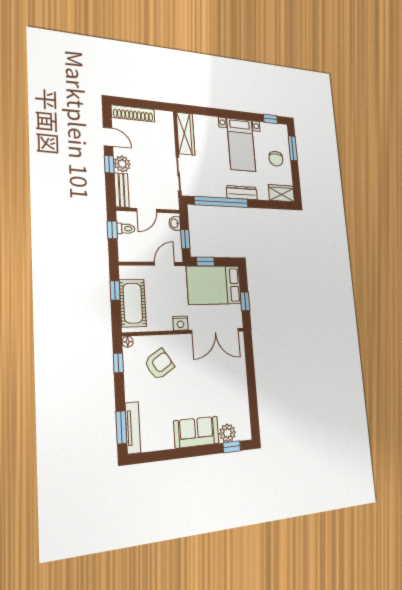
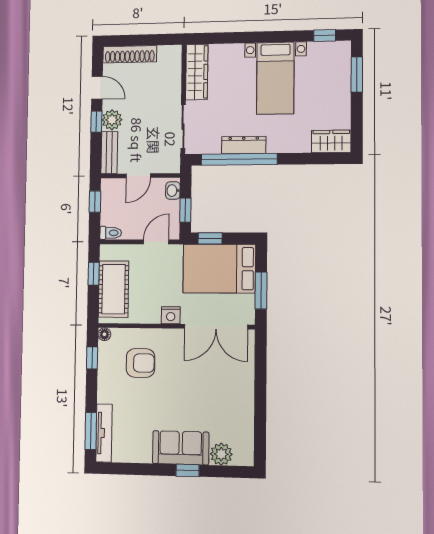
chair: (276, 159) -> (328, 92), removed
dresser: (242, 193) -> (244, 145), moved
toilet: (126, 229) -> (111, 233), moved
window: (245, 301) -> (261, 291), width x1.50
armchair: (159, 364) -> (140, 363), turned 33
window: (232, 447) -> (188, 470), moved

